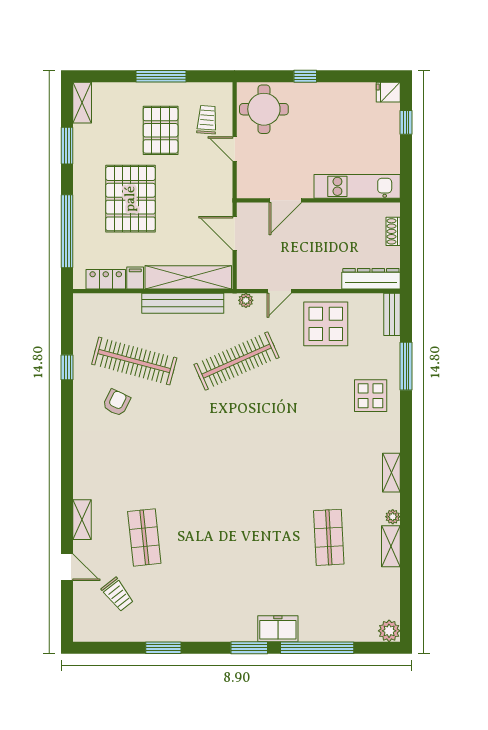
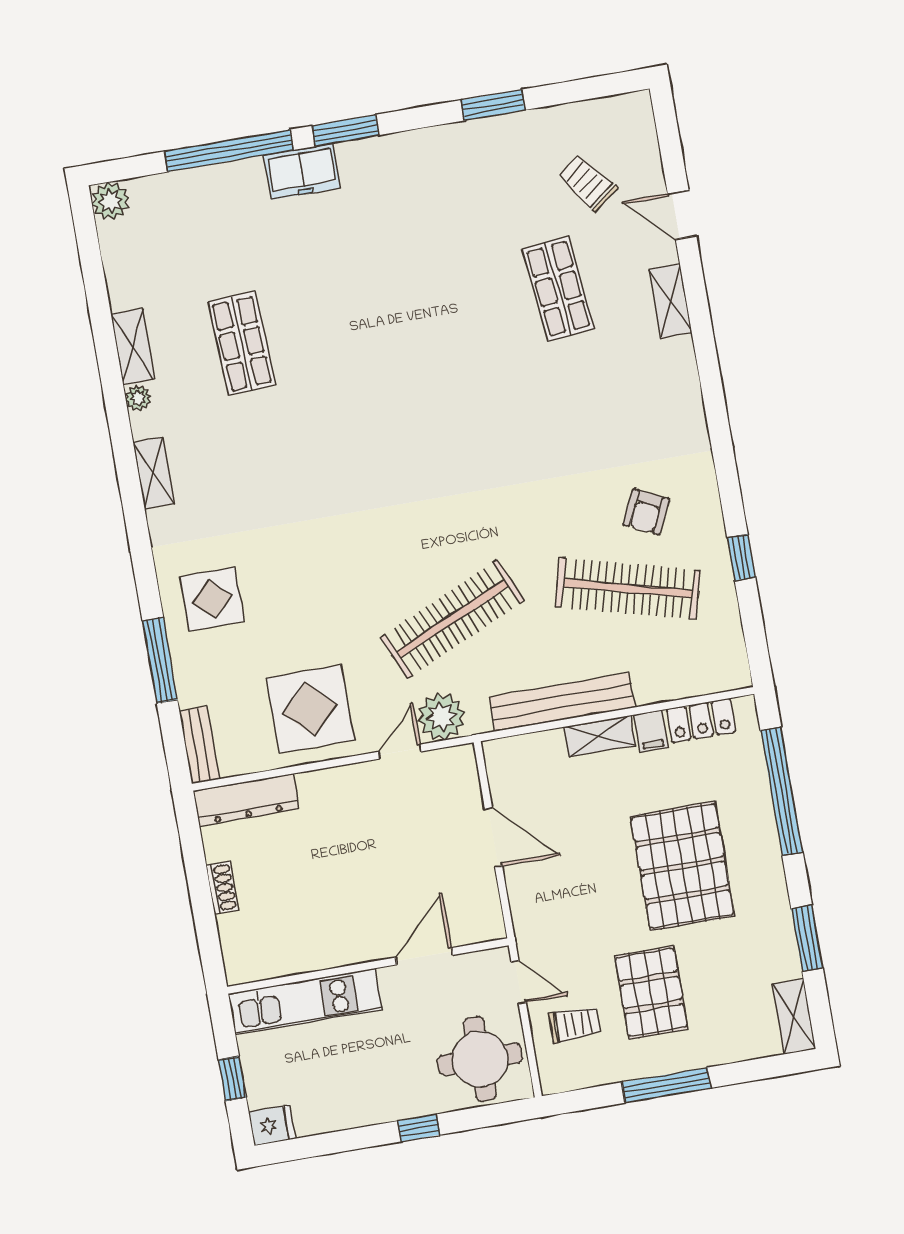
trolley: (207, 120) -> (575, 1024), turned -94
kitchen unit: (357, 186) -> (305, 1002), moved
door: (285, 200) -> (424, 956), moved
wall: (318, 200) -> (368, 966), moved
shelving: (188, 277) -> (600, 736), width x0.45, depth x0.75
plant: (246, 300) -> (442, 717), width x1.88, depth x1.88

